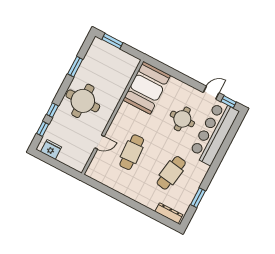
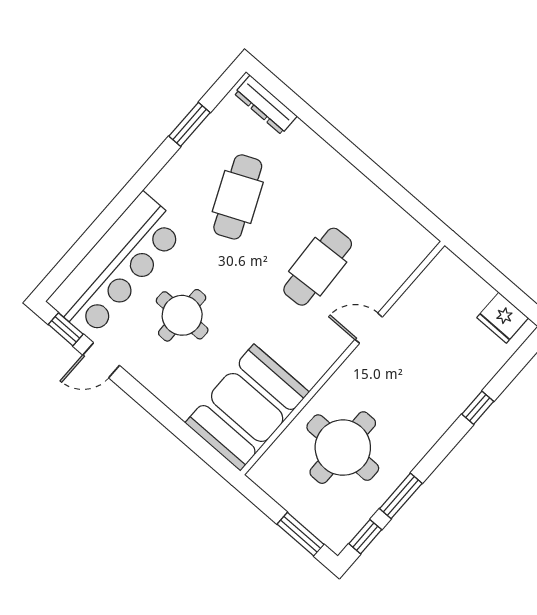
round table: (83, 101) -> (343, 448), moved
window: (43, 129) -> (365, 537), moved
door: (99, 142) -> (369, 328), moved
cafe table: (171, 173) -> (238, 197), turned -33

